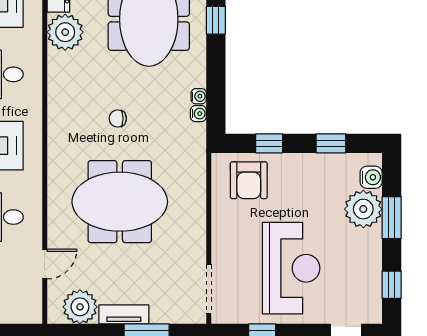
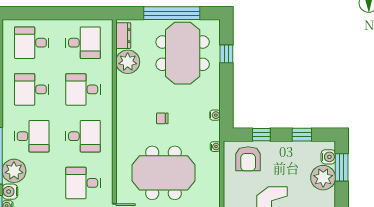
water cooler: (199, 96) -> (215, 147), moved
window: (392, 218) -> (342, 167), moved

